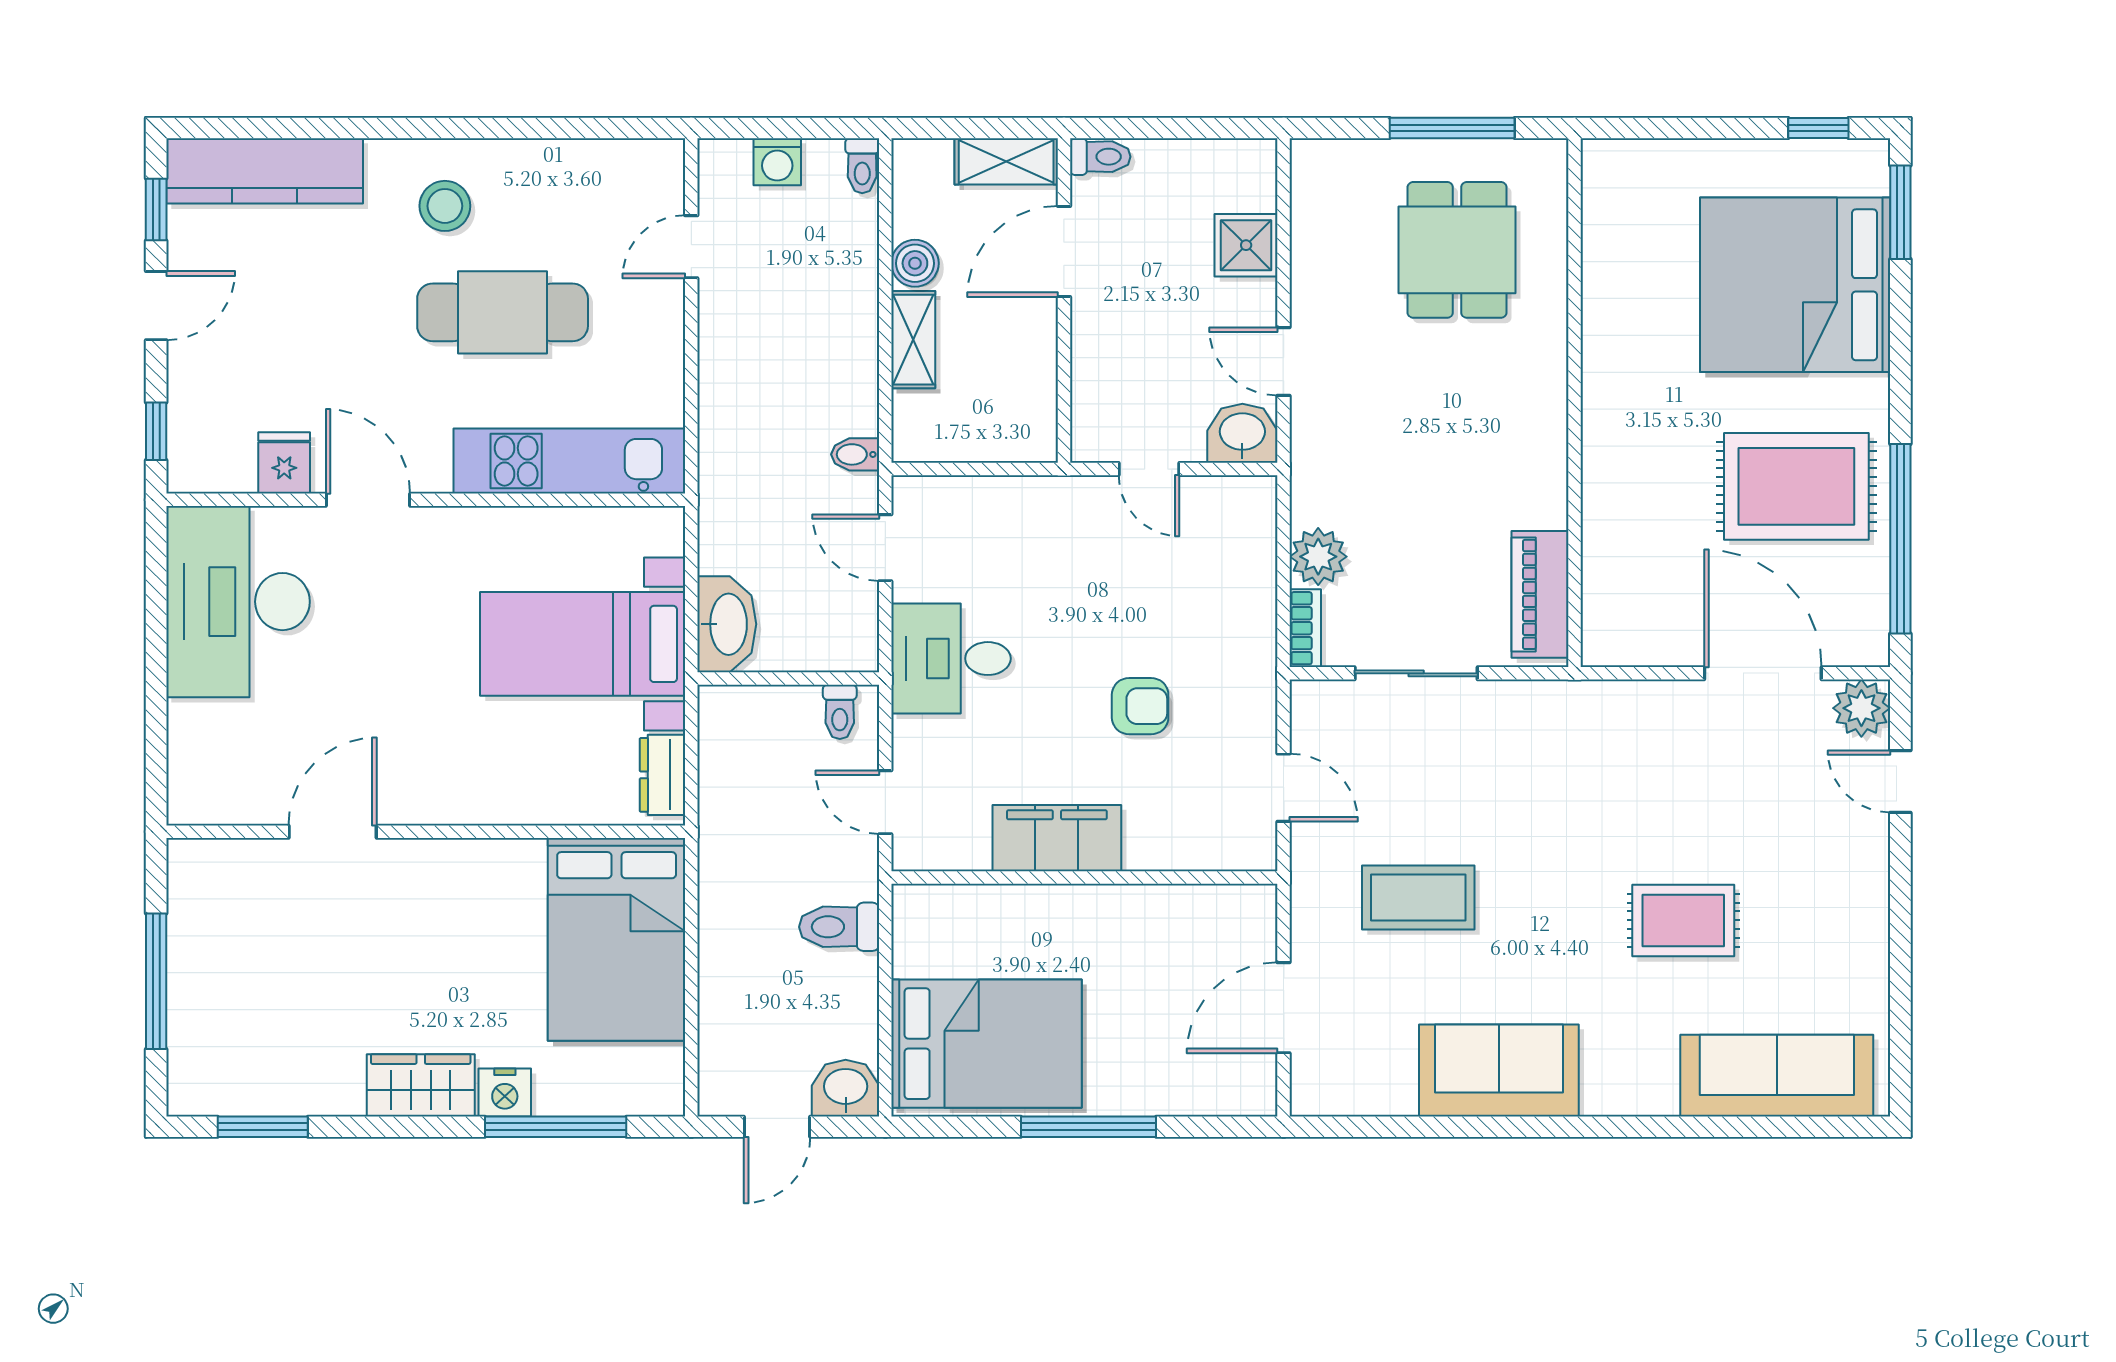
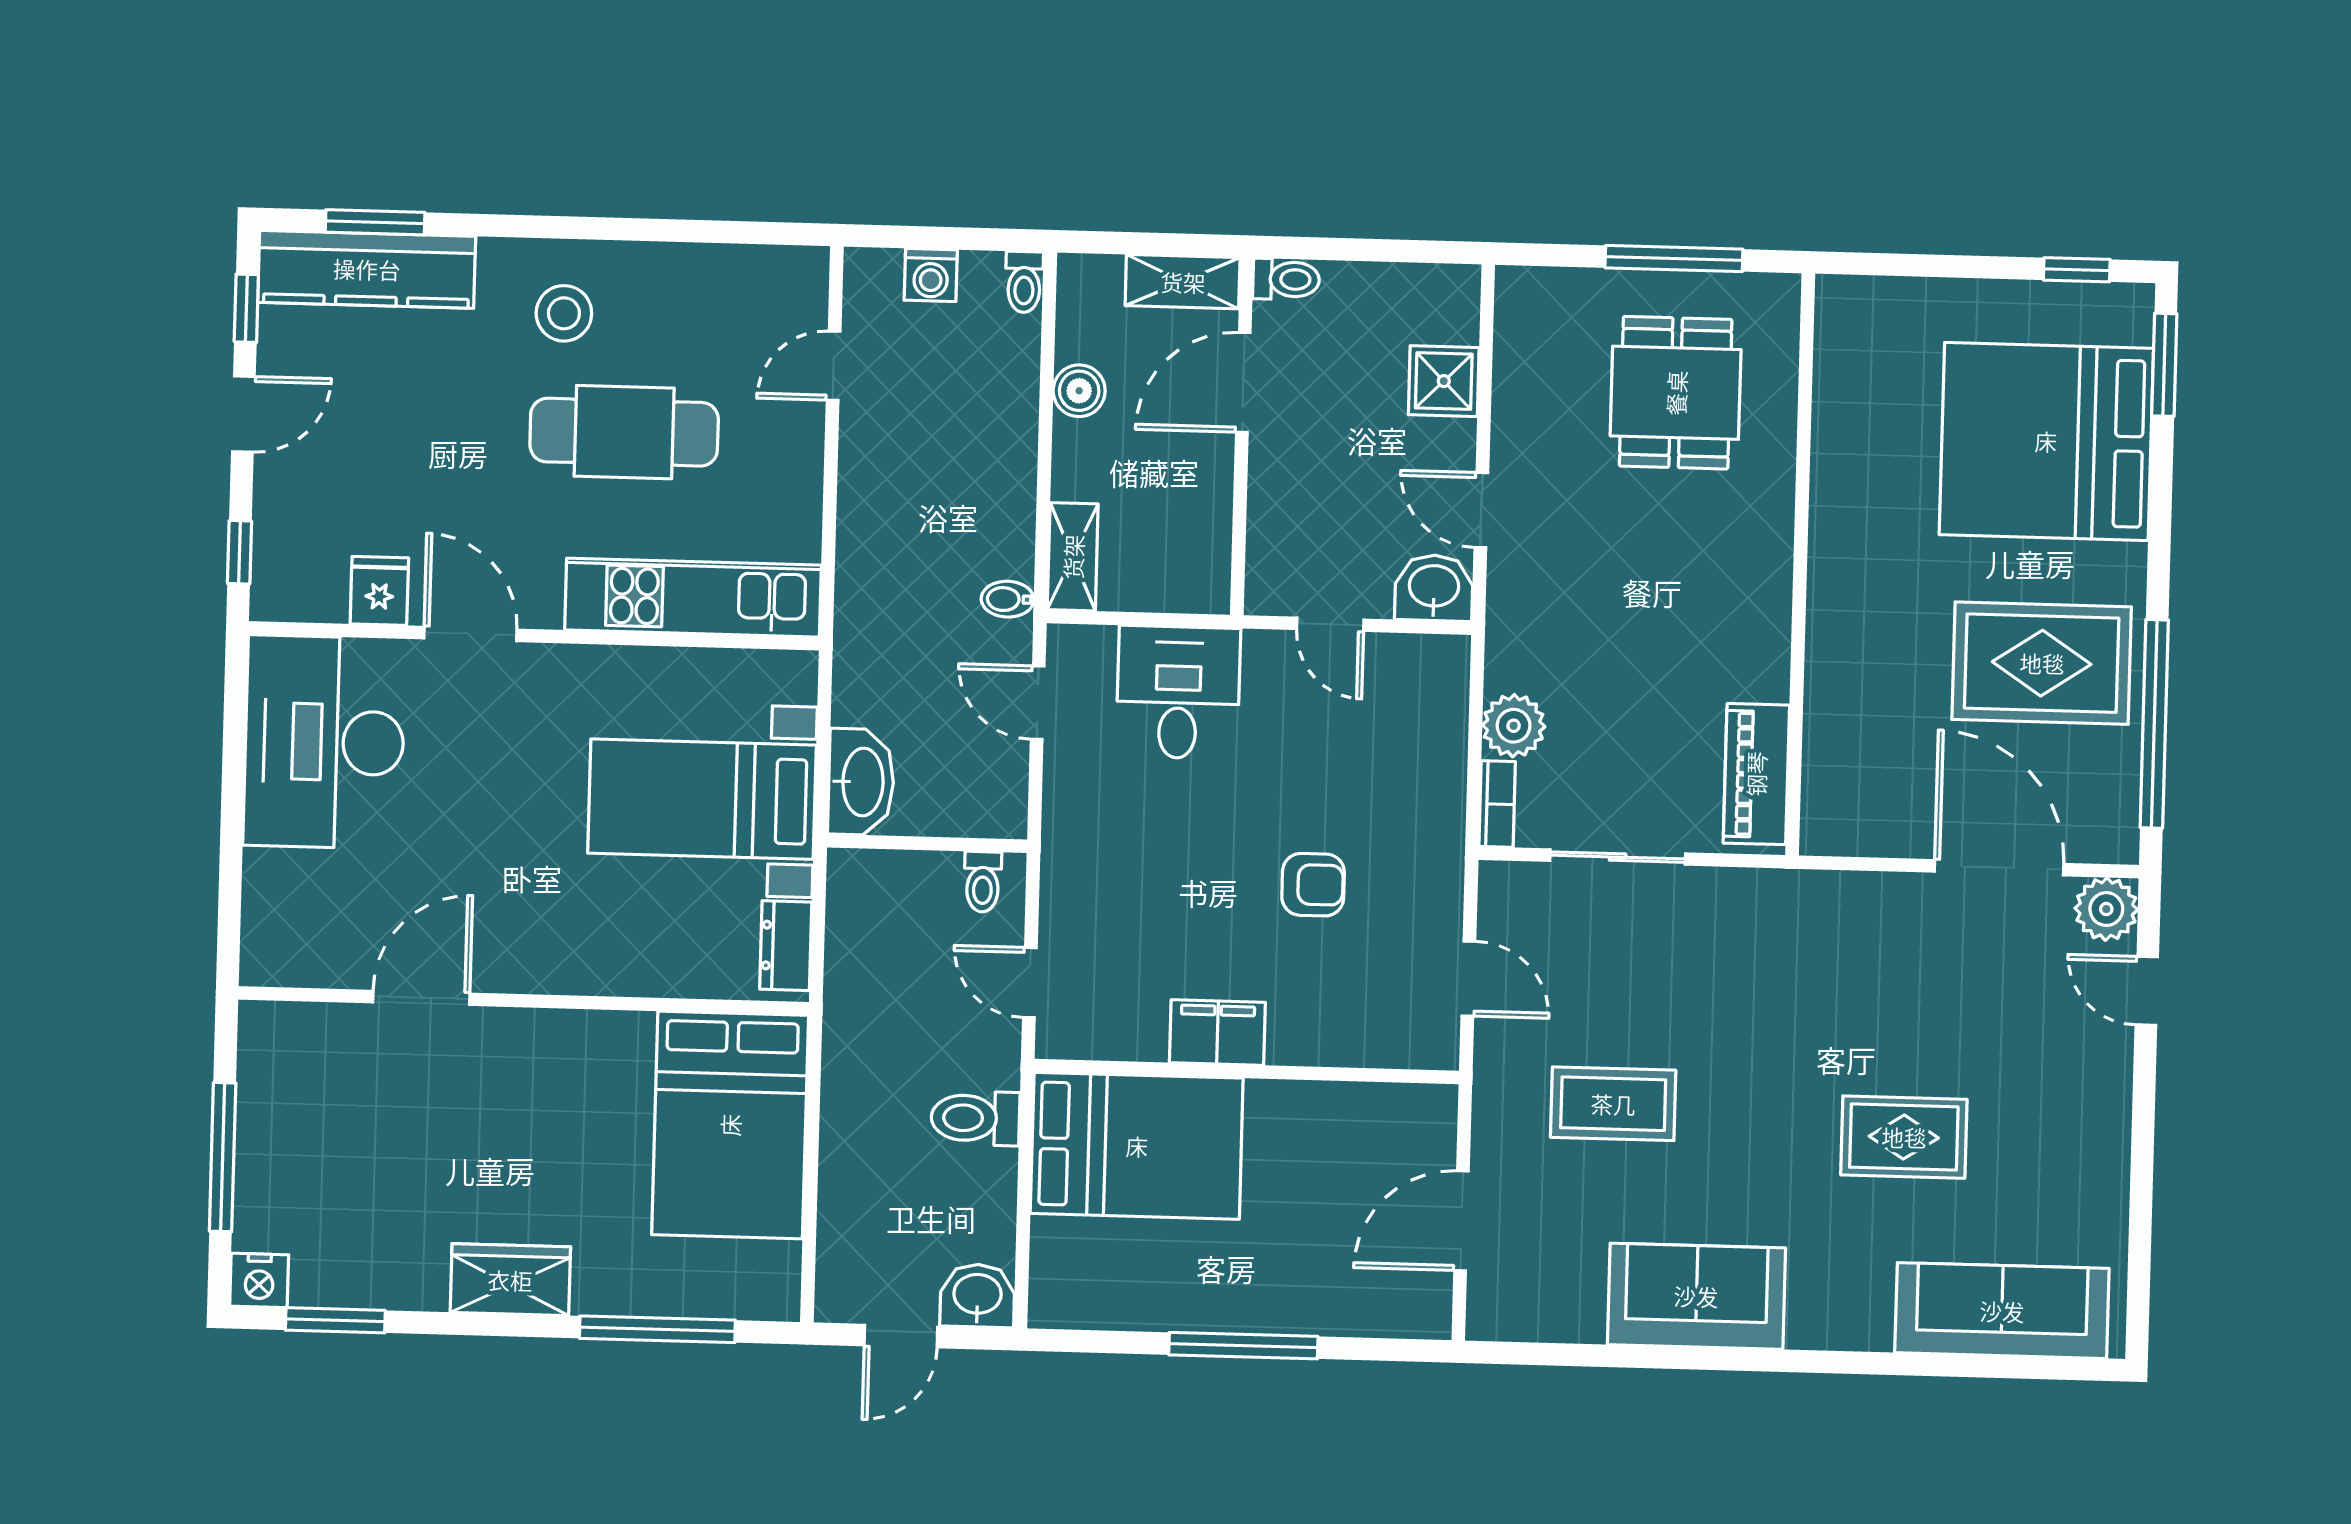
window: (271, 128) -> (375, 222), added
shelving: (913, 340) -> (1073, 557), moved
desk: (951, 659) -> (1178, 692), moved, turned 90
filing cabinet: (1057, 838) -> (1217, 1032), width x0.67, depth x0.86
bed: (986, 1044) -> (1137, 1146), moved
nightstand: (505, 1092) -> (259, 1280), moved

